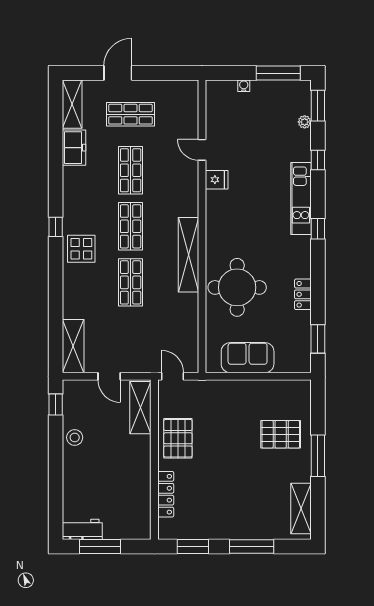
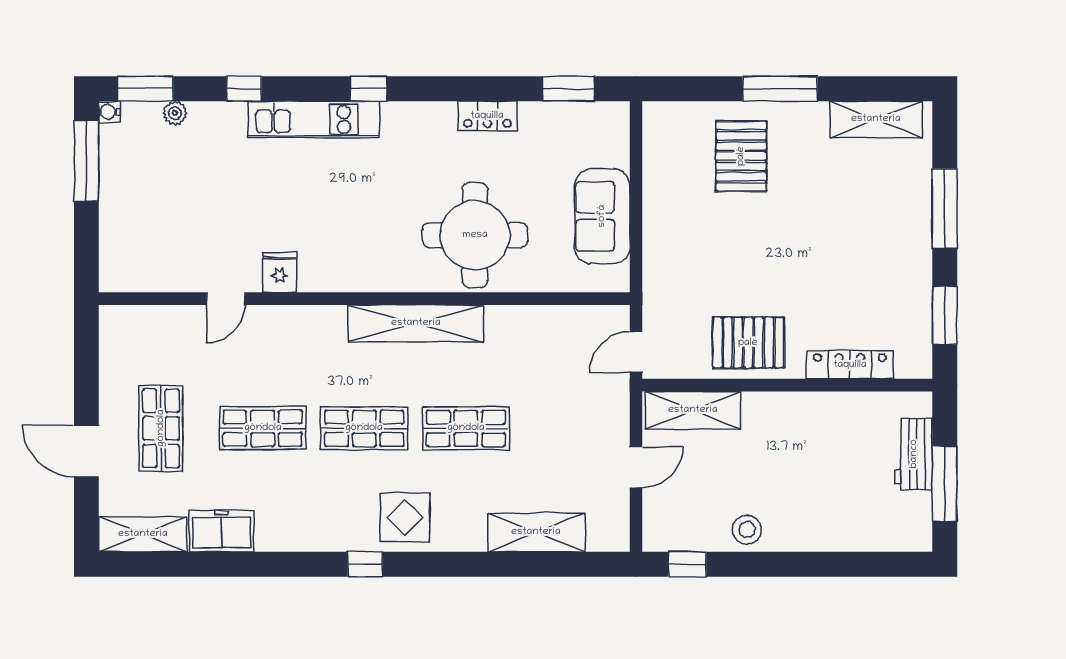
water cooler: (244, 86) -> (109, 112), moved
shelving: (73, 346) -> (536, 532), moved
workbench: (82, 529) -> (914, 454), moved

